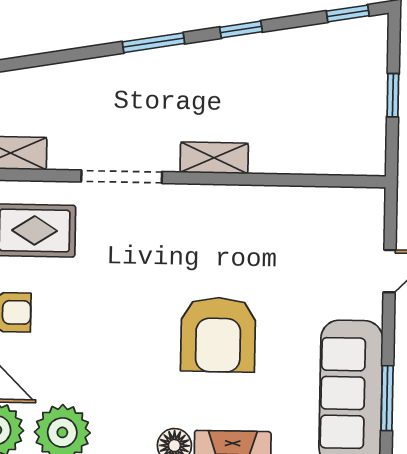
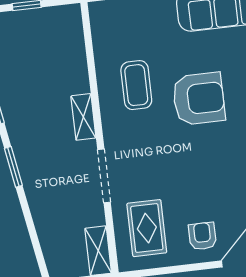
coffee table: (251, 244) -> (136, 85), added

